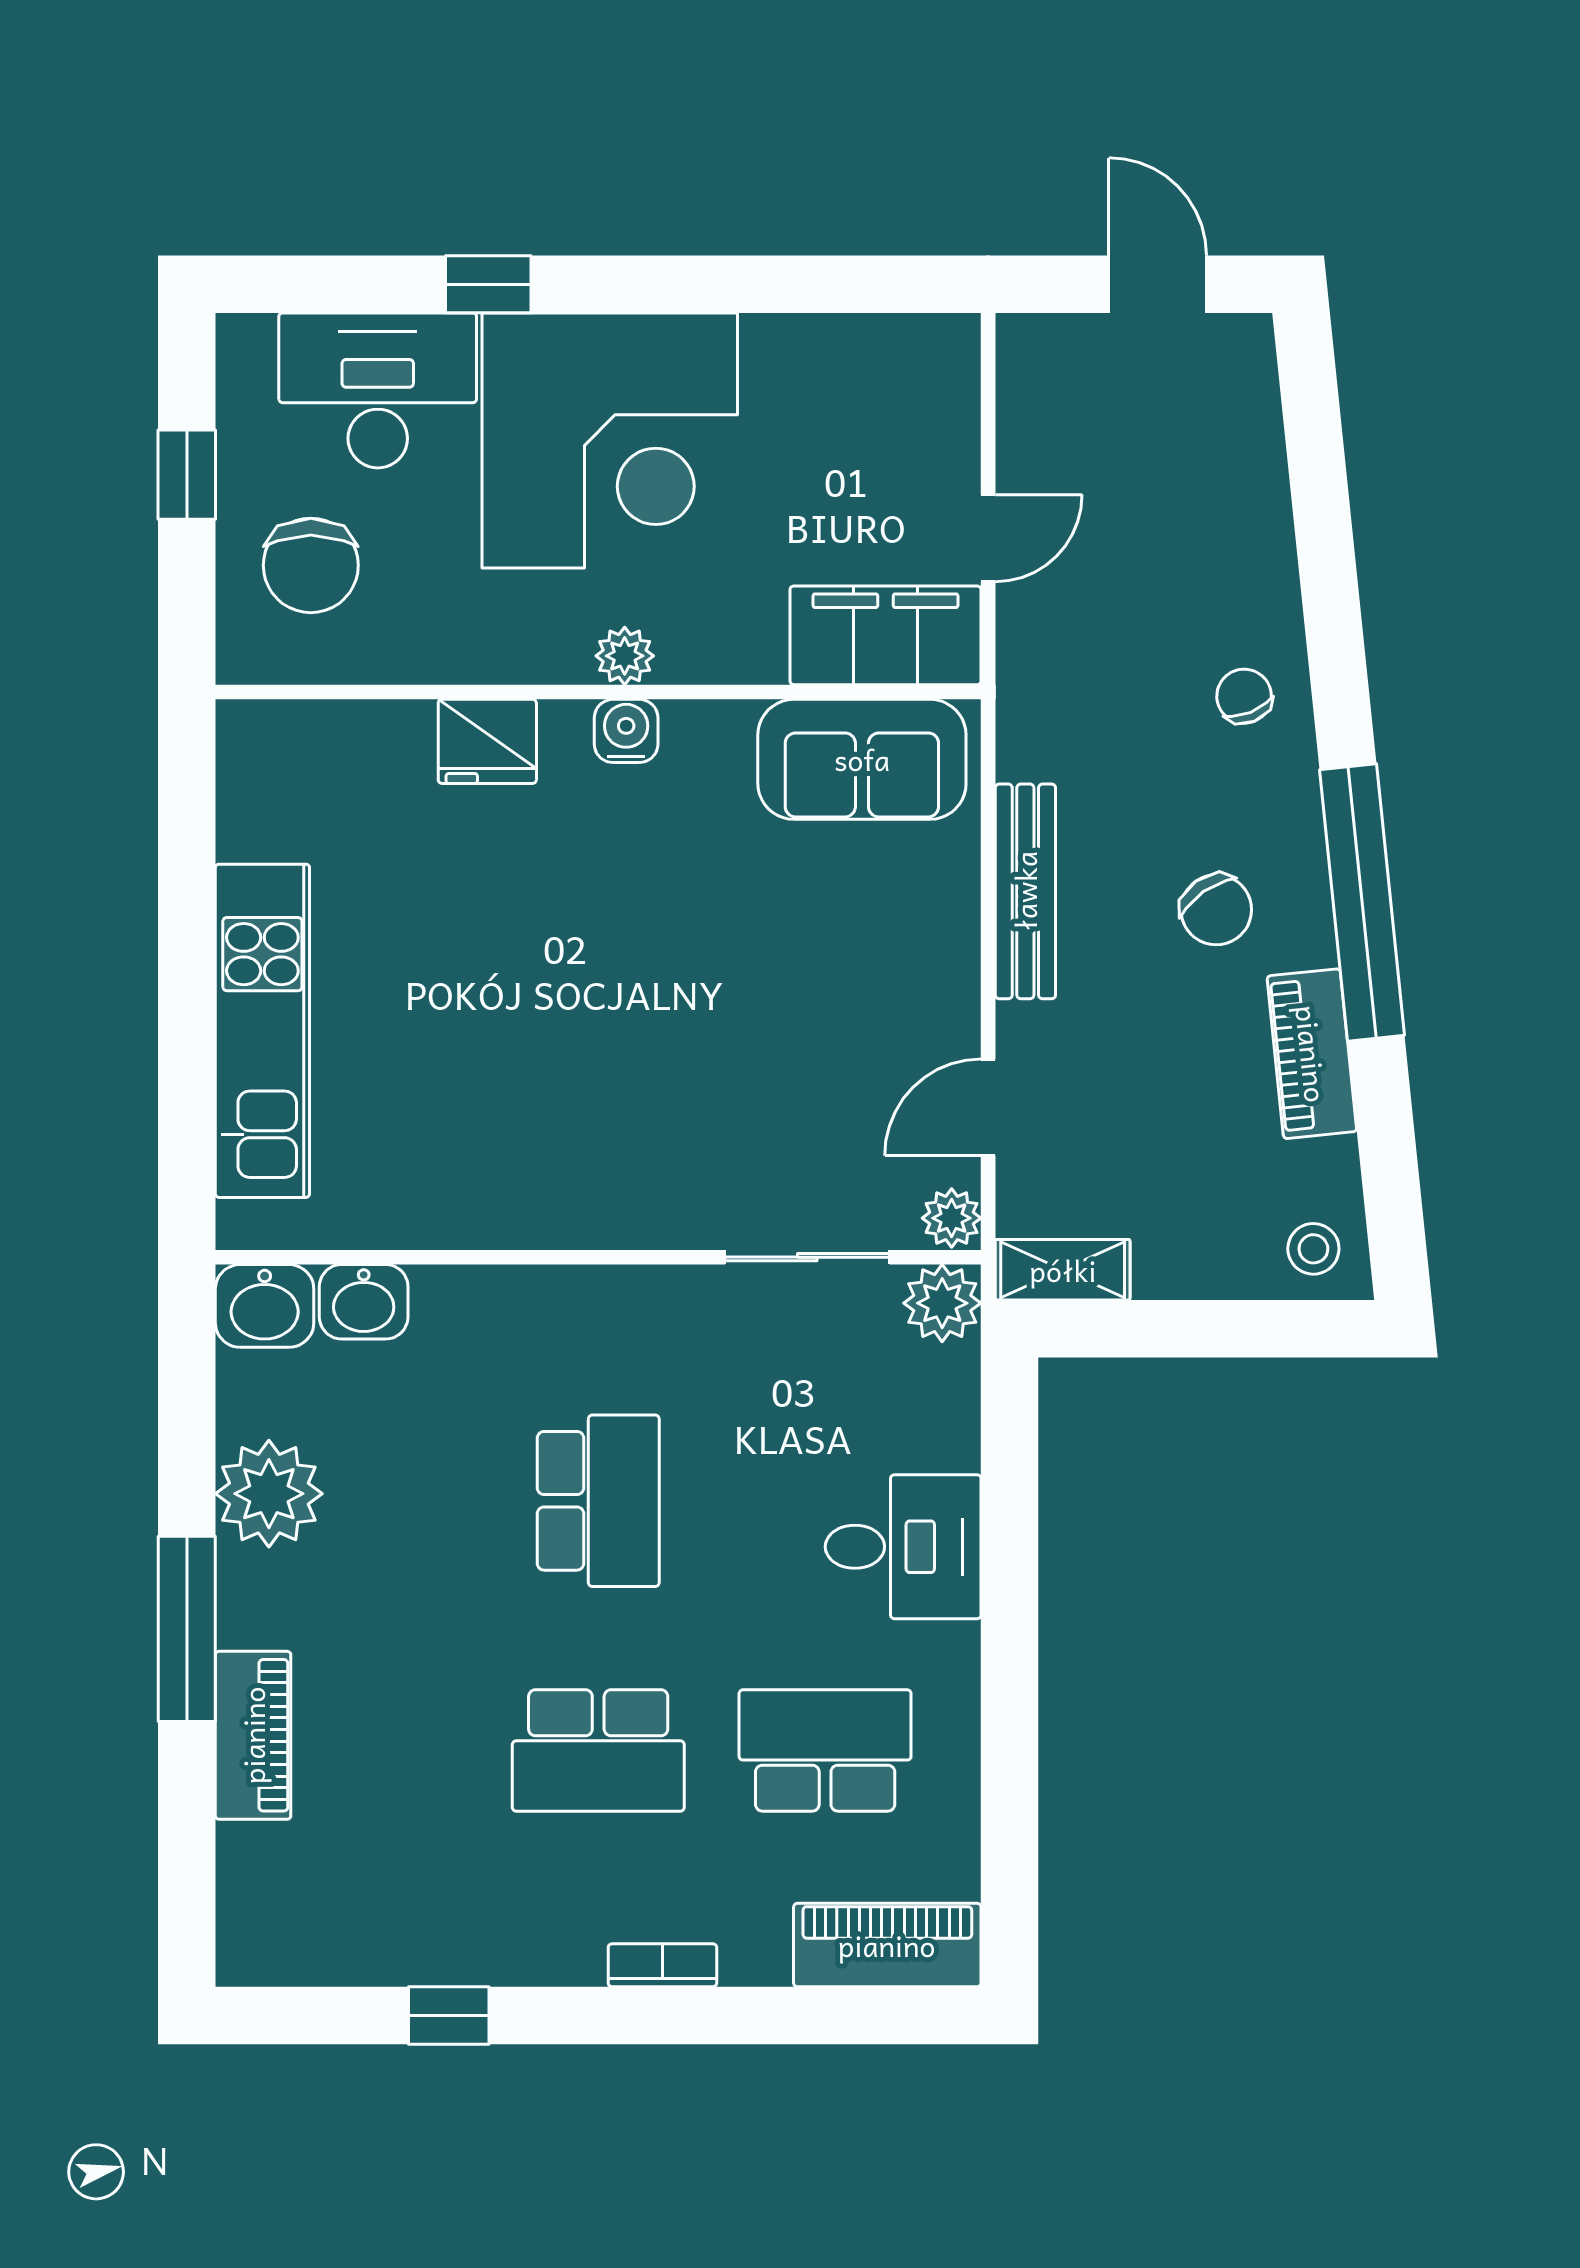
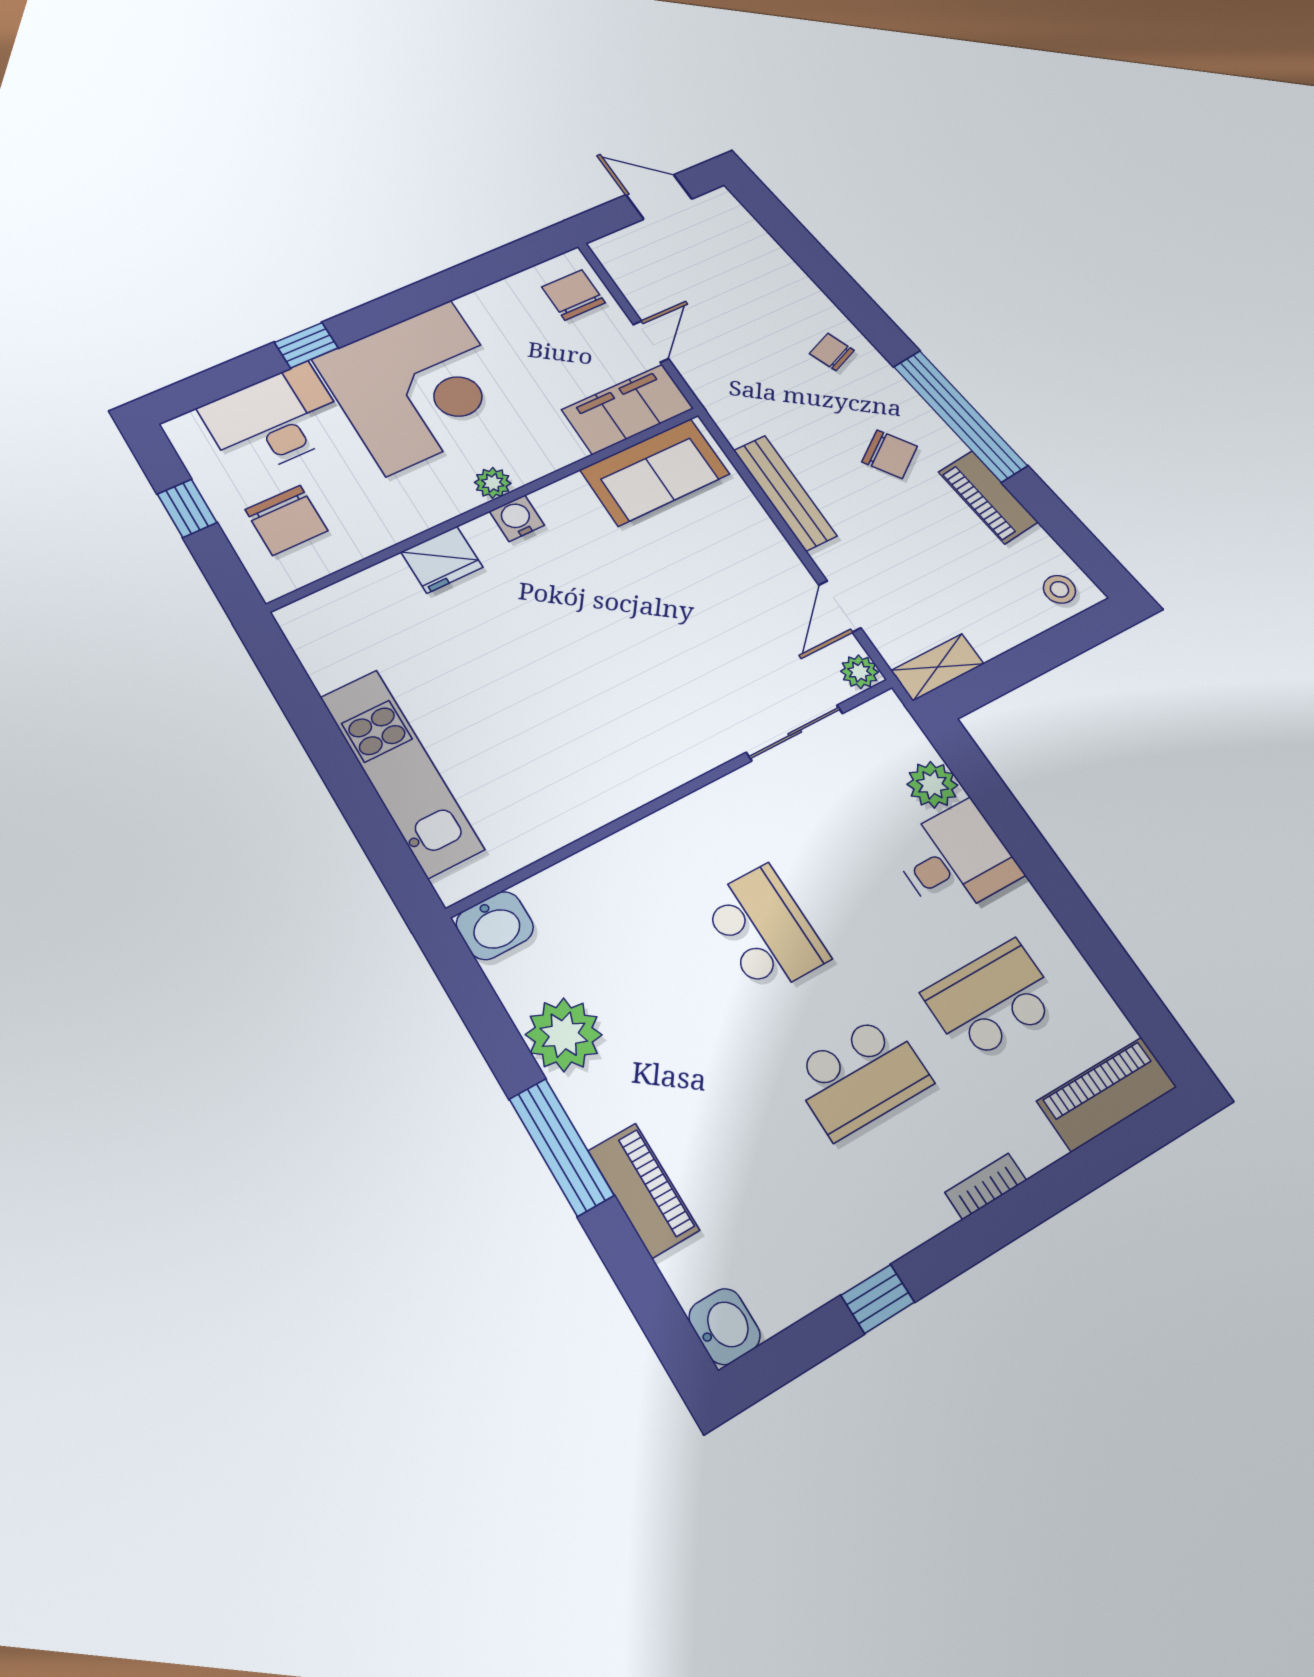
chair: (923, 397) -> (574, 295), added
washbasin: (364, 1302) -> (725, 1326), moved, turned -90
plant: (942, 1303) -> (932, 785), moved

